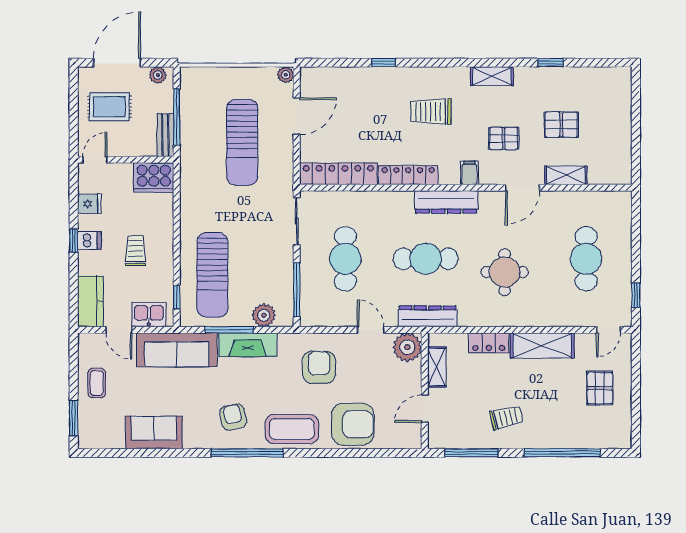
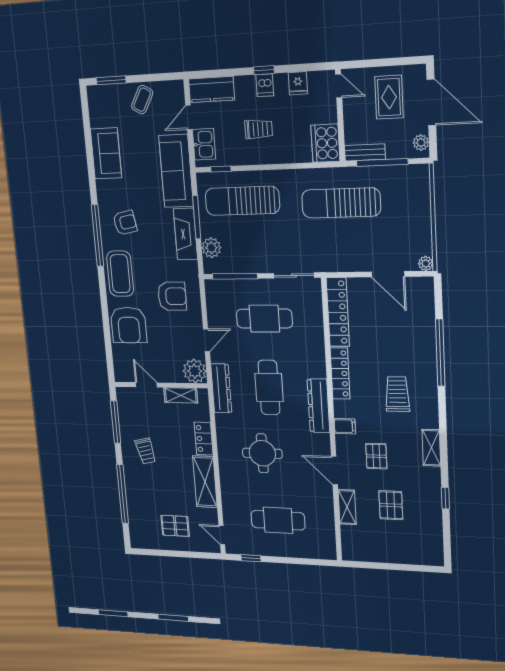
window: (384, 63) -> (440, 353), width x3.17
sun lounger: (242, 142) -> (341, 203), moved
coffee table: (97, 383) -> (142, 100), turned -61

